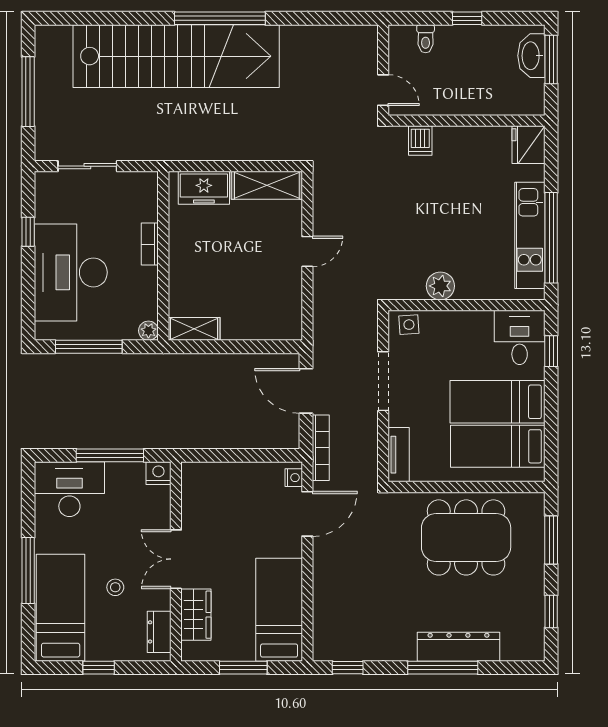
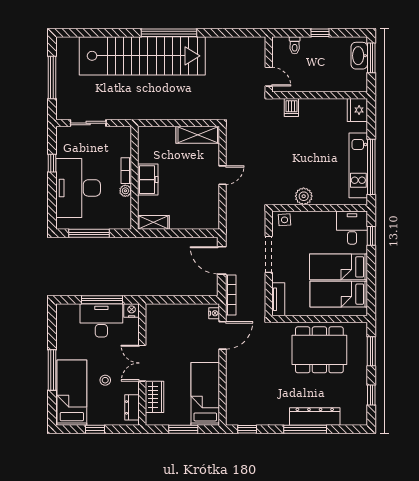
freezer: (204, 188) -> (148, 180), moved, turned -90
plant: (148, 331) -> (125, 191), moved
desk: (69, 489) -> (101, 320), moved

